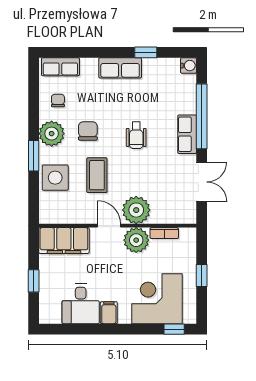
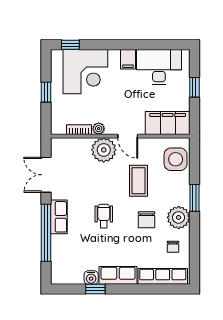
water cooler: (189, 66) -> (91, 278), moved, turned -90
row of seats: (60, 67) -> (163, 276), width x1.48
side table: (55, 178) -> (176, 159), moved
plant: (136, 240) -> (99, 129), width x0.53, depth x0.53
desk: (81, 304) -> (159, 67), width x1.37

